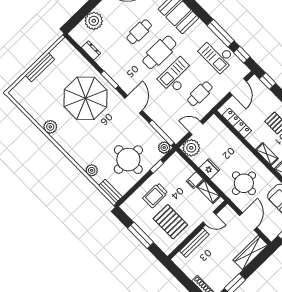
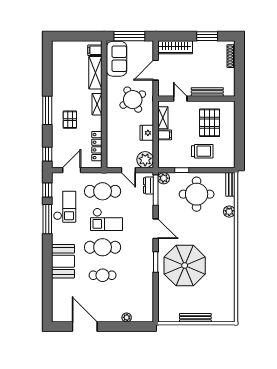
plant: (94, 21) -> (127, 317), width x0.53, depth x0.53
dresser: (91, 50) -> (149, 185), moved
cafe table: (200, 94) -> (103, 191), width x1.37, depth x1.35
door: (134, 104) -> (156, 229), swing flipped
plant: (50, 127) -> (228, 270), removed
round table: (244, 183) -> (133, 100), turned -30
window: (141, 235) -> (239, 134), removed

